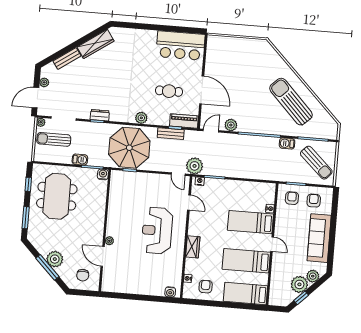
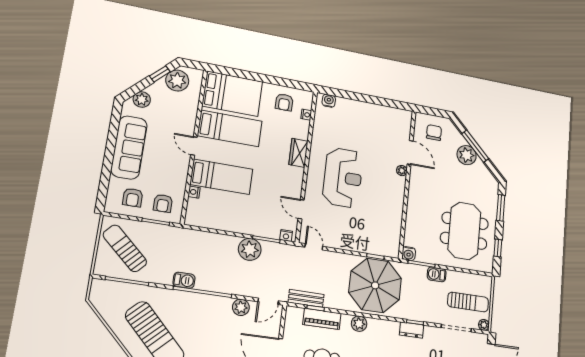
piano: (184, 121) -> (322, 319), moved
bench: (171, 134) -> (306, 298), moved
barbecue: (287, 143) -> (184, 280), moved
plant: (195, 166) -> (250, 249), moved
plant: (299, 284) -> (177, 81), moved
bed: (245, 294) -> (232, 94), width x1.50

